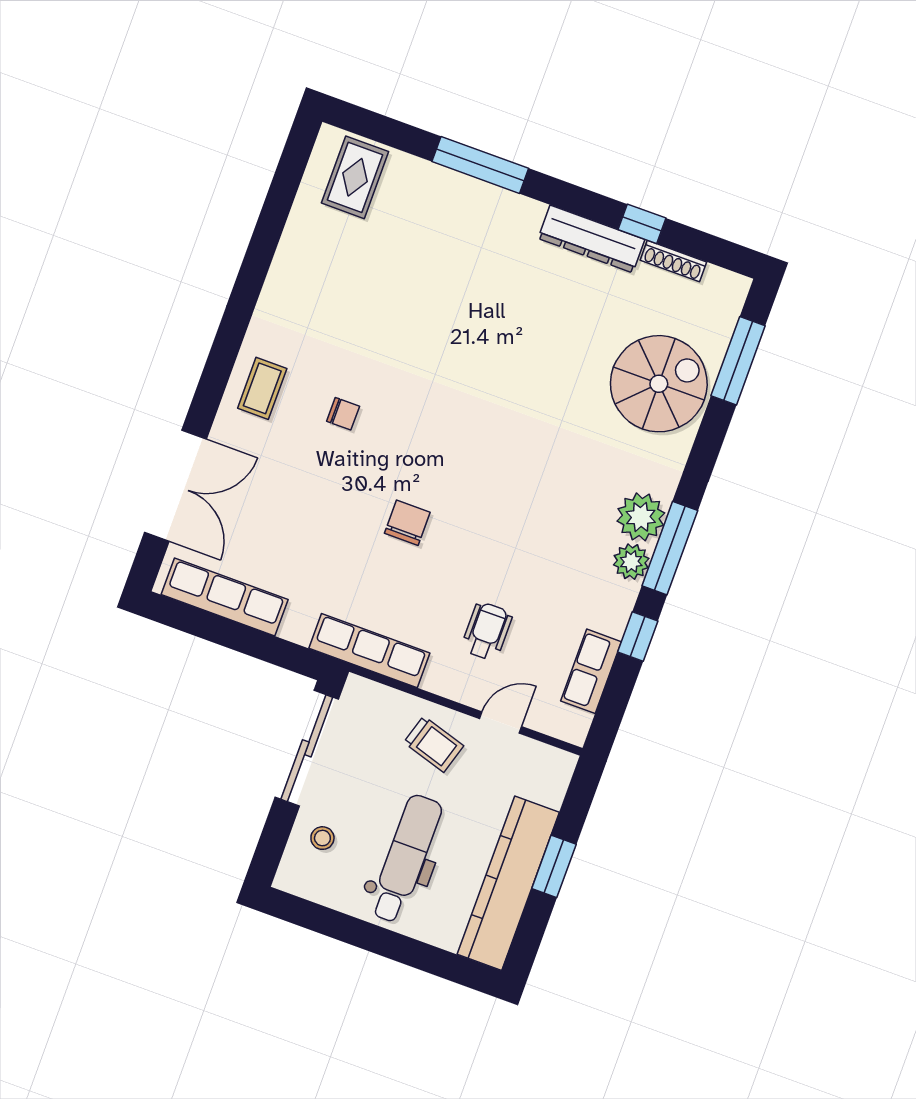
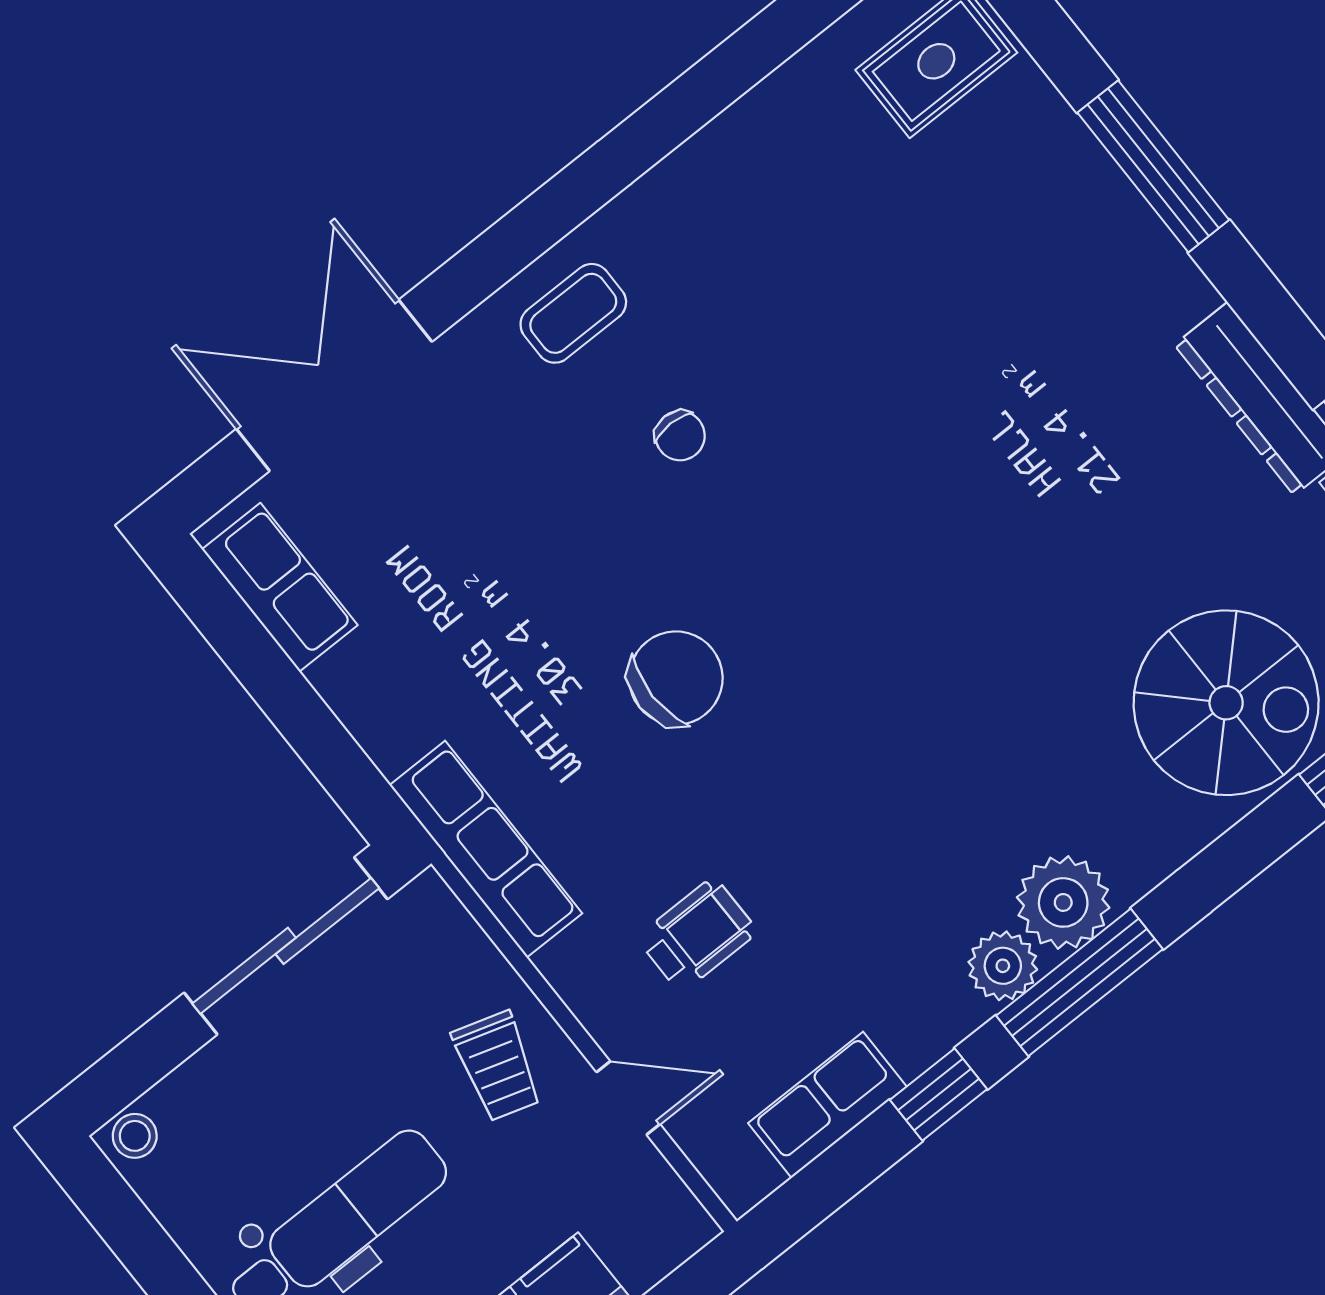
double door: (175, 486) -> (334, 385), swing flipped
chair: (407, 523) -> (676, 678), width x1.37, depth x1.37
row of seats: (225, 597) -> (280, 587), width x0.68
stool: (322, 838) -> (135, 1136), moved

